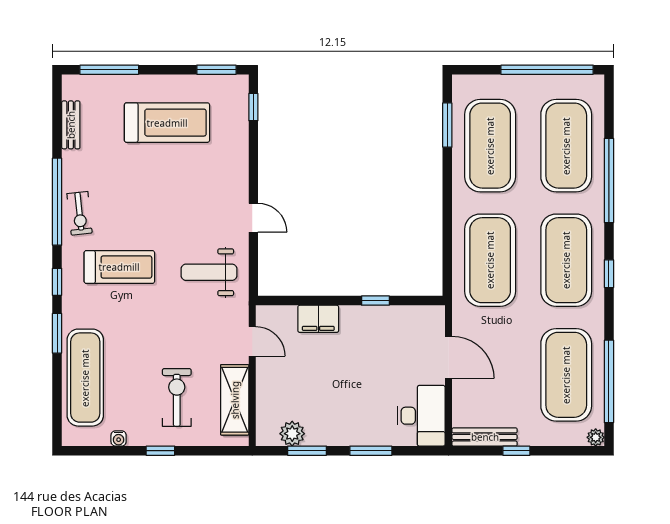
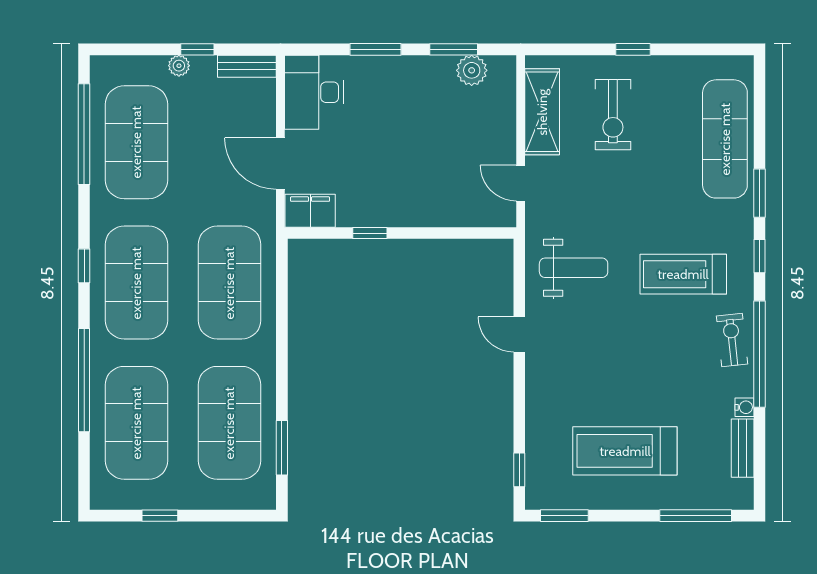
window: (547, 70) -> (160, 516), width x0.32
filing cabinet: (318, 319) -> (310, 211), moved
bench: (485, 437) -> (247, 66), width x0.73
plant: (596, 437) -> (179, 66), moved
water cooler: (119, 438) -> (744, 407), moved, turned 90

